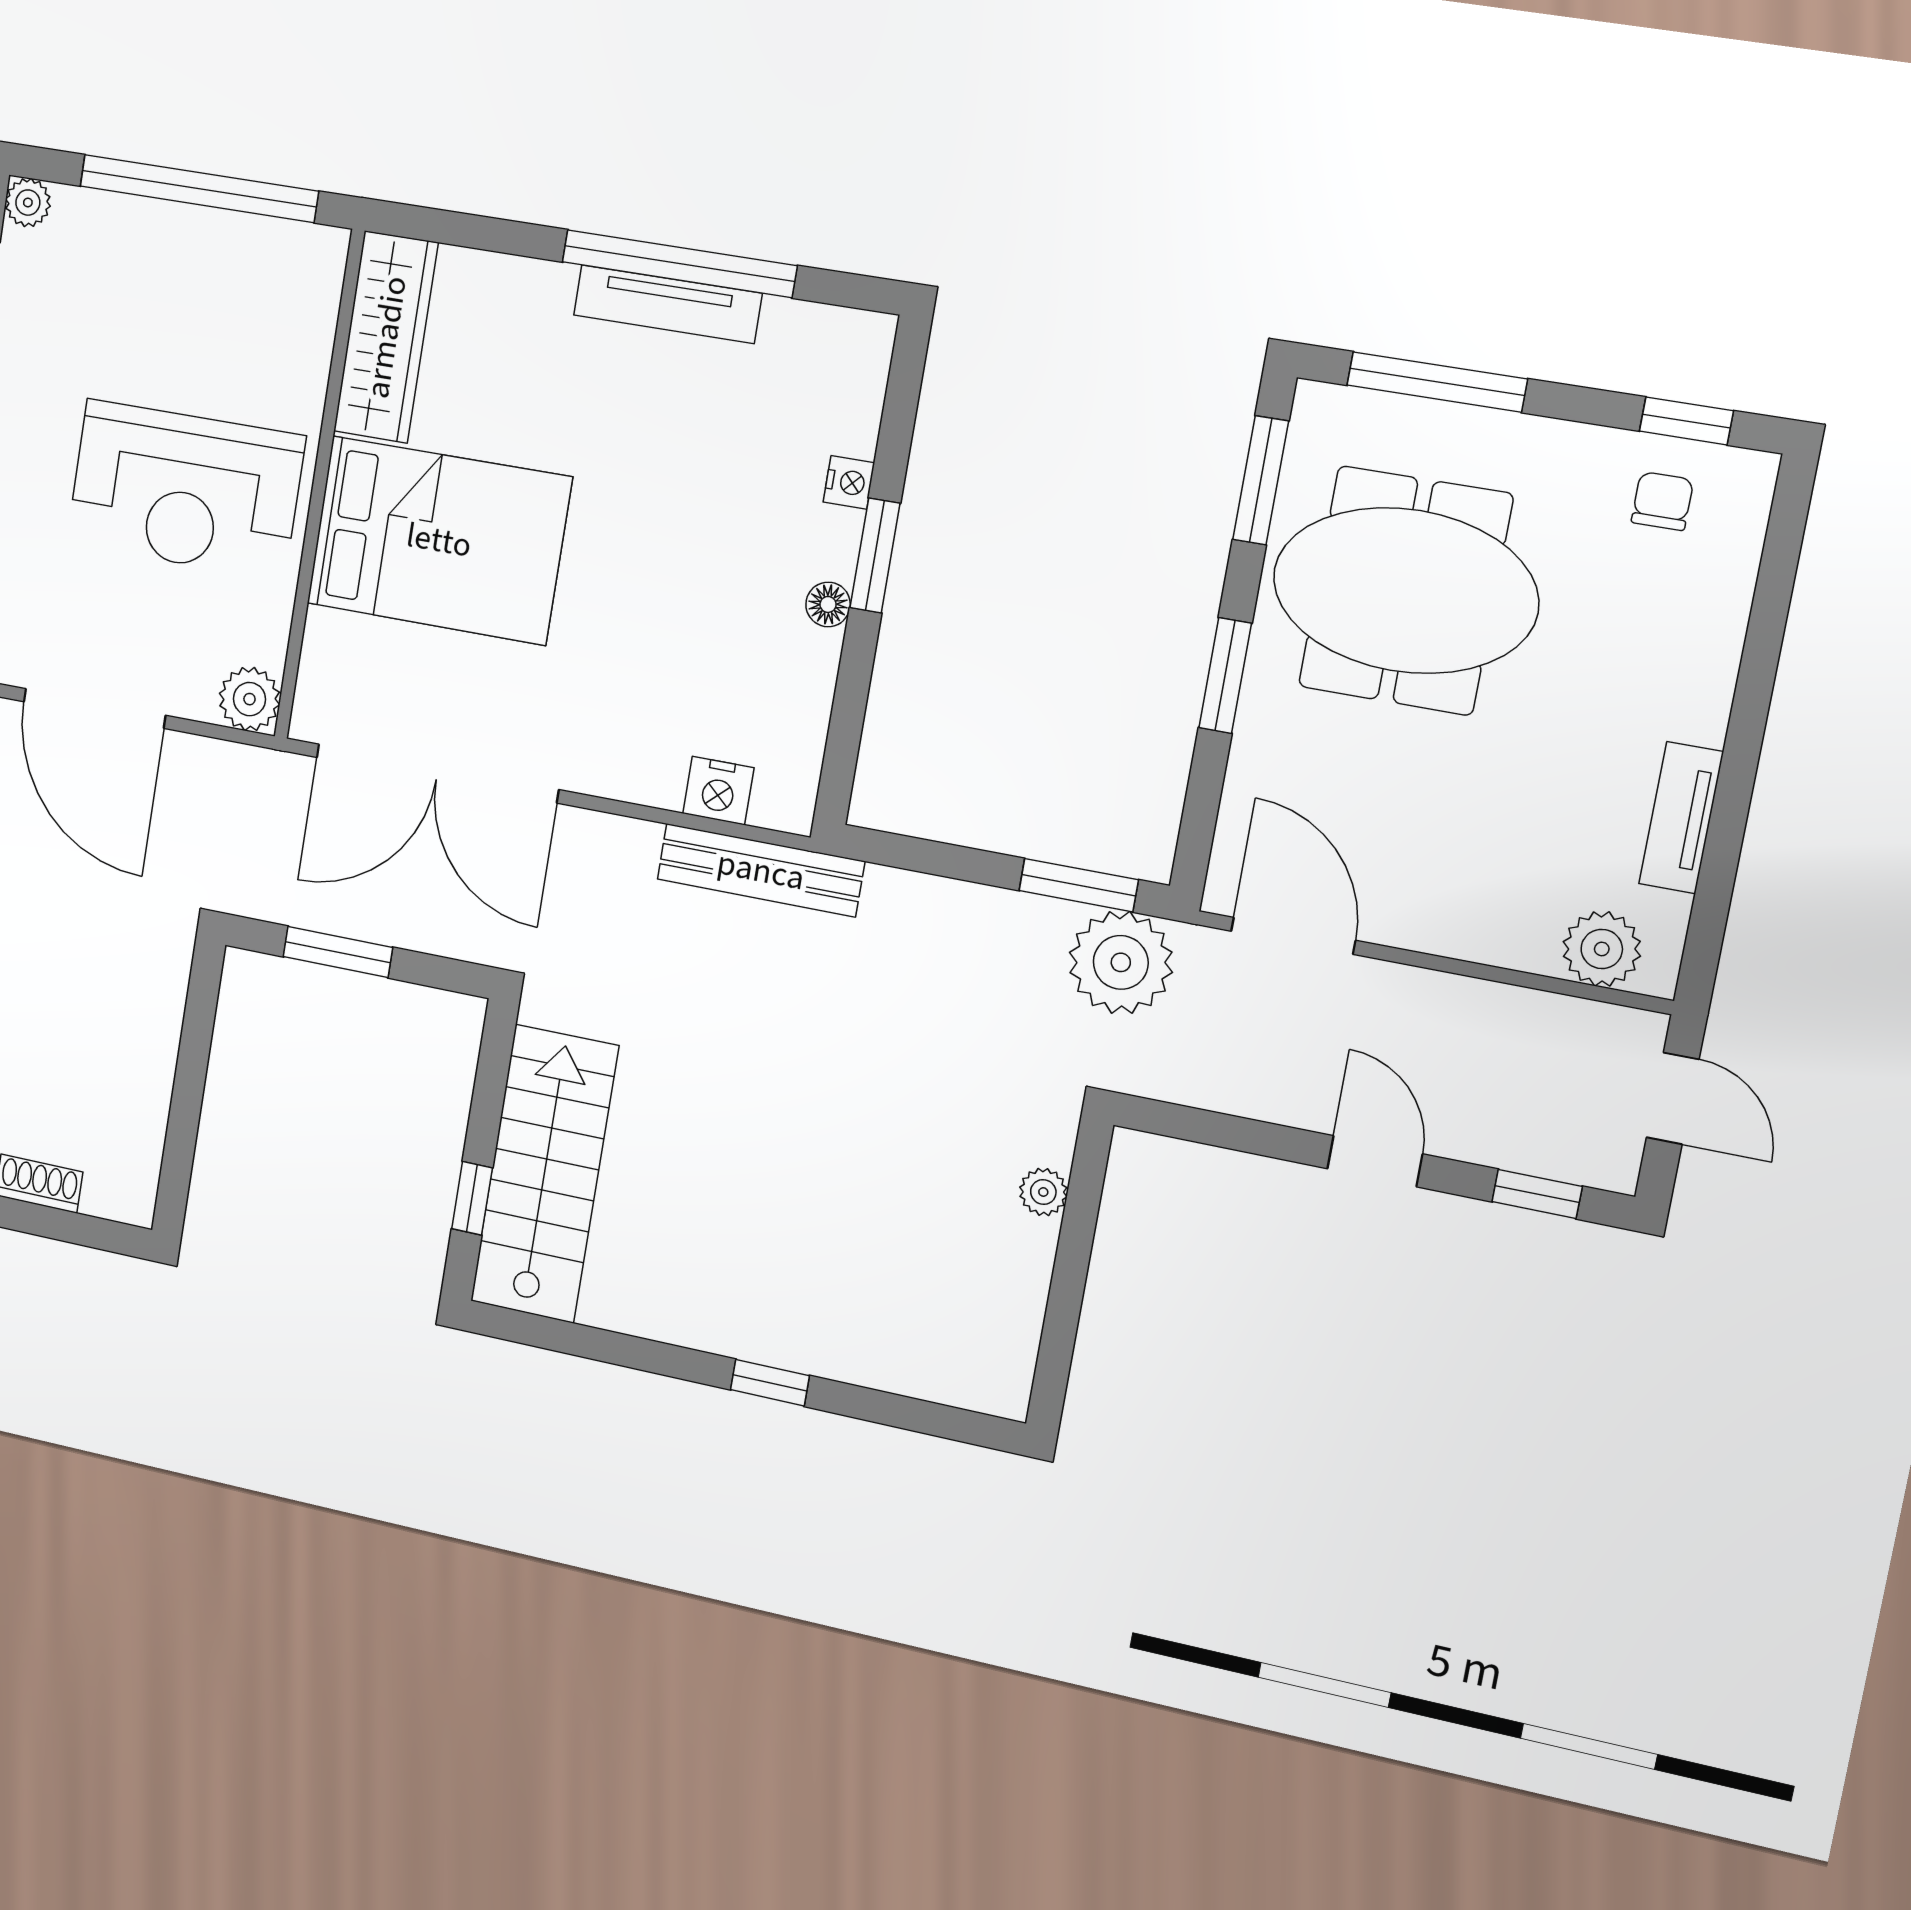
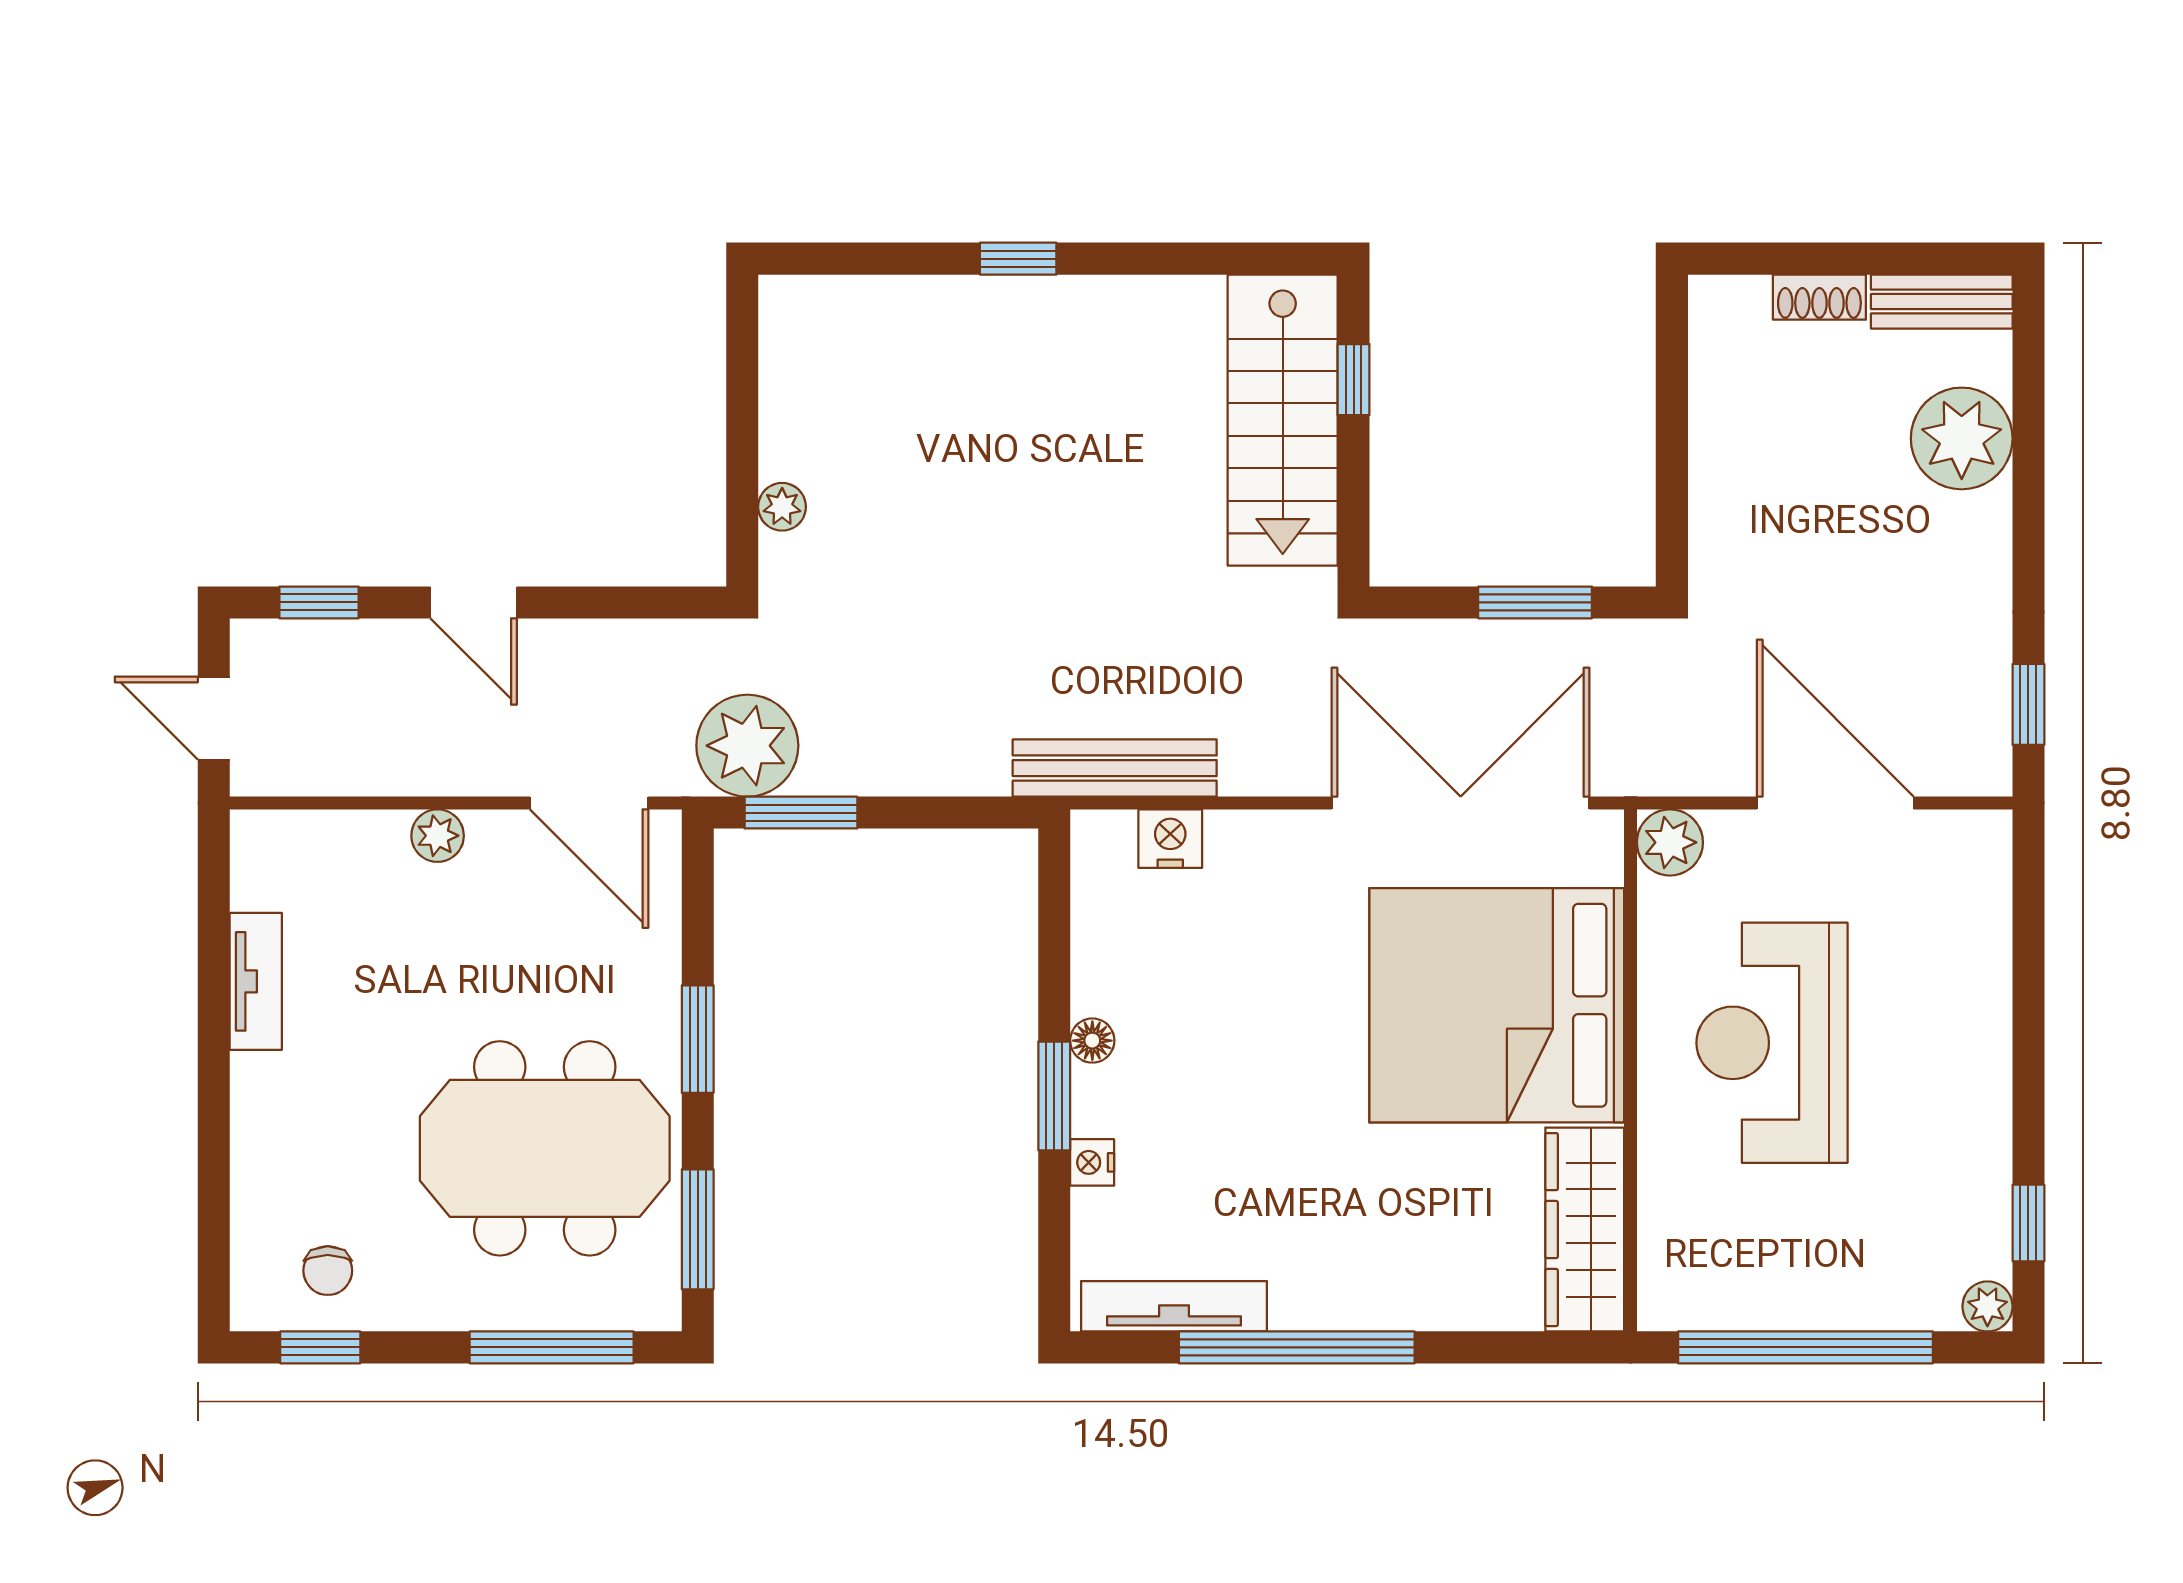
tv unit: (668, 304) -> (1174, 1306), moved
reception desk: (185, 490) -> (1772, 1043), turned -90
bed: (439, 540) -> (1497, 1005), width x1.36
plant: (1602, 949) -> (438, 836), moved, width x0.73, depth x0.73

